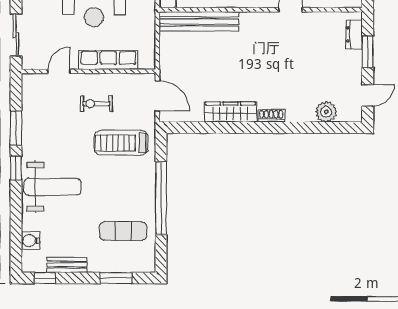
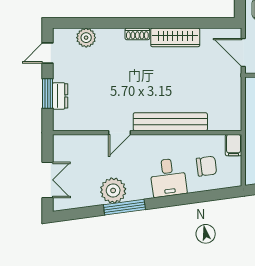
bench: (199, 21) -> (170, 122), moved
dresser: (354, 34) -> (60, 96), moved

